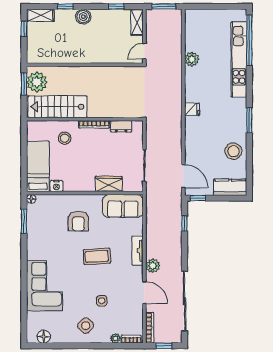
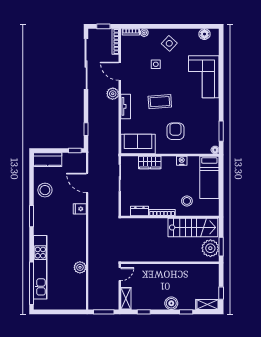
fridge: (192, 109) -> (80, 209), moved
door: (183, 176) -> (87, 183), moved
nightstand: (56, 186) -> (182, 161), moved

